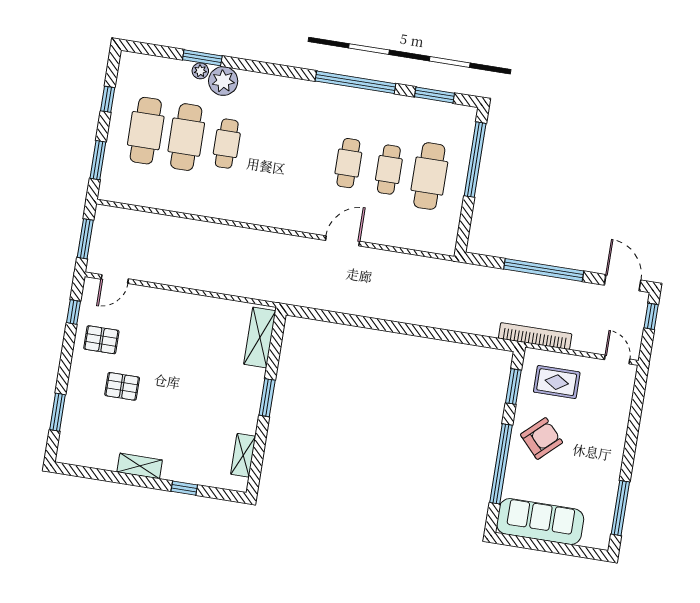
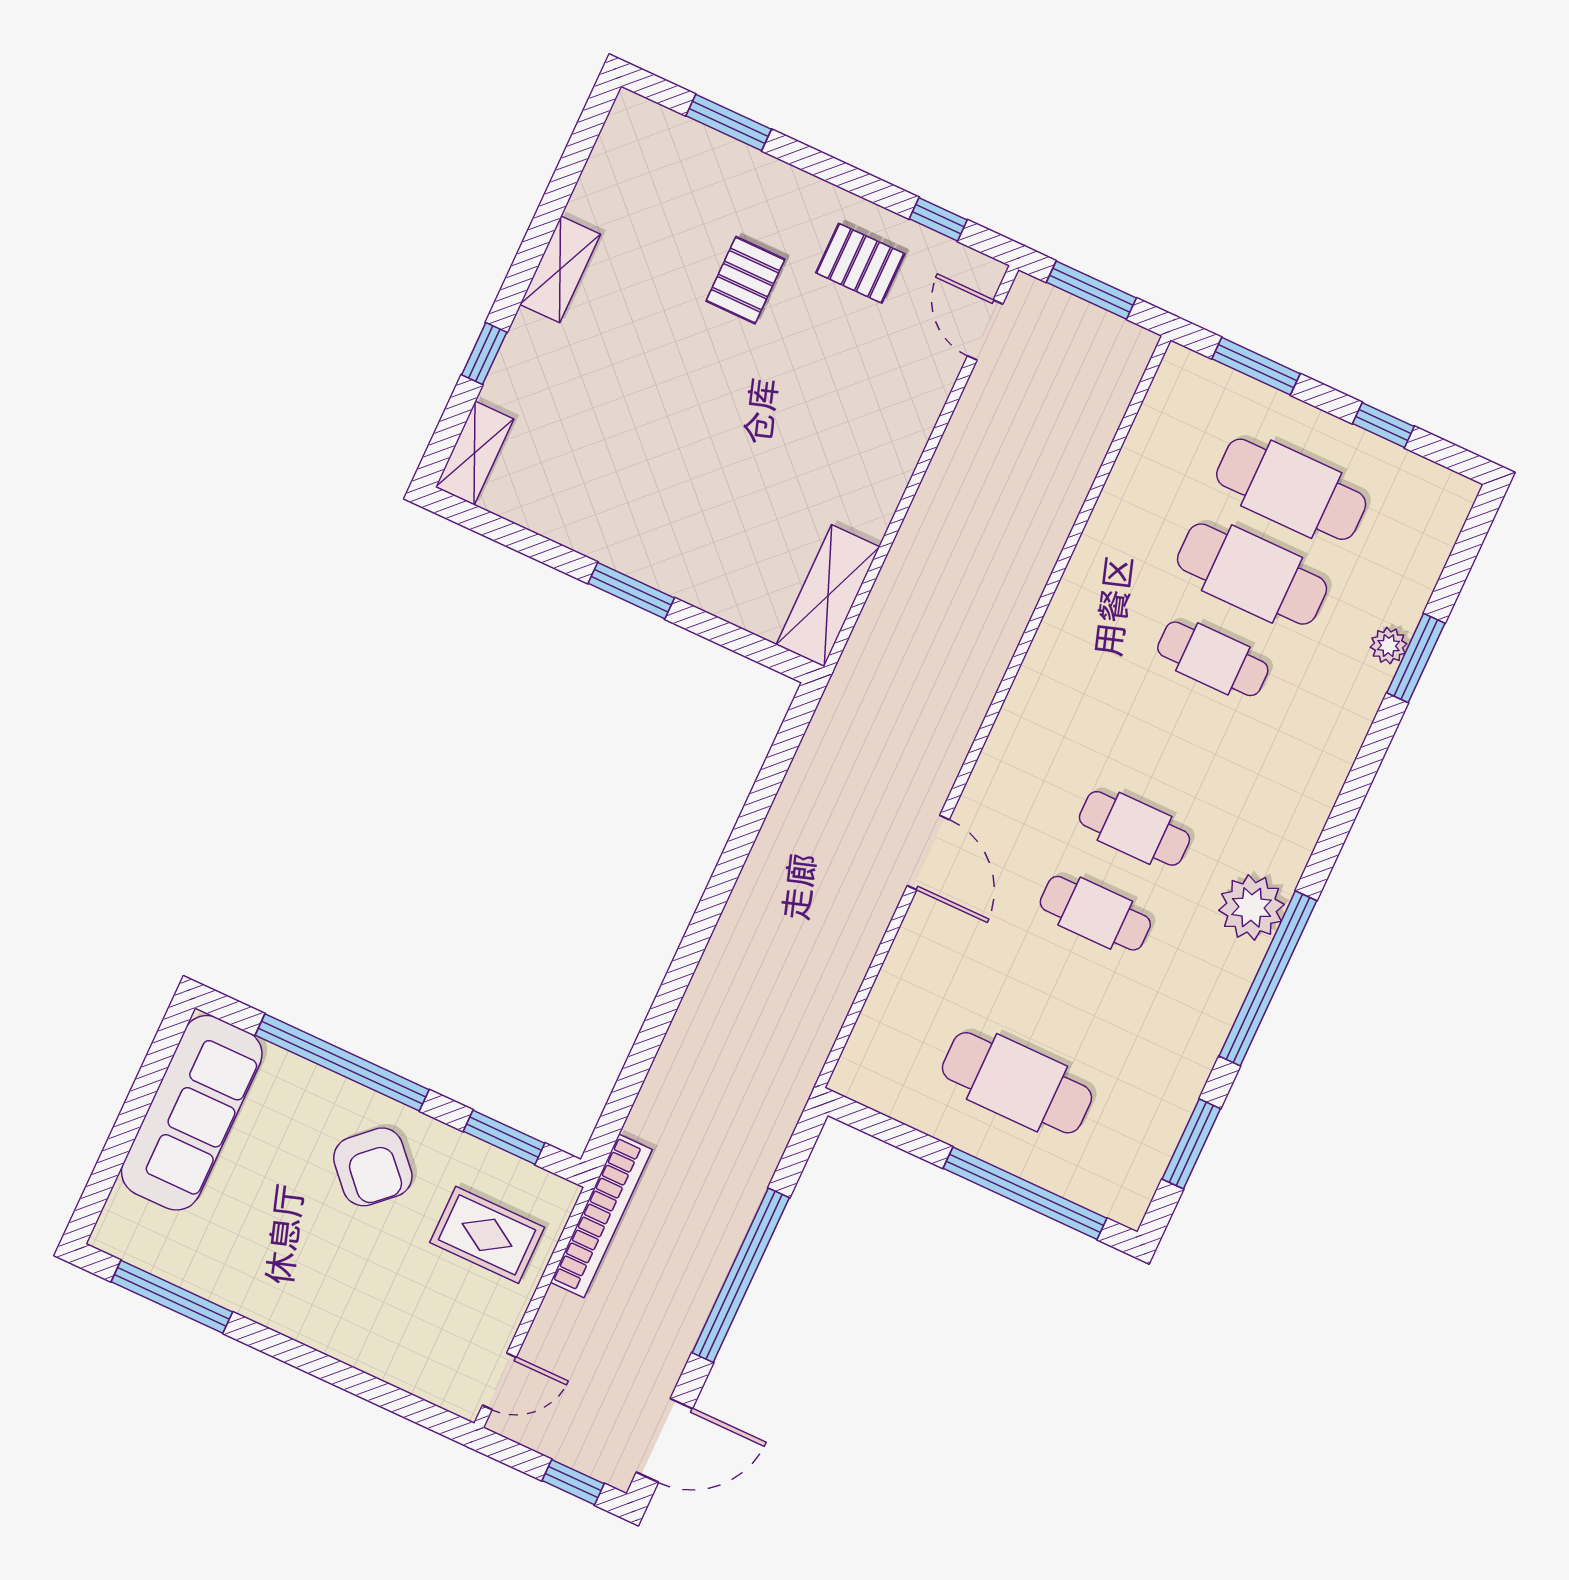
plant: (223, 81) -> (1251, 907), moved
cafe table: (389, 170) -> (1134, 828), moved
shelving: (260, 338) -> (828, 596), moved, turned 90
pallet: (101, 340) -> (860, 263), turned 90
rug: (557, 382) -> (487, 1235), turned 90
shelving: (243, 455) -> (475, 453), moved, turned 90

